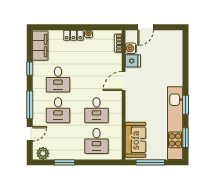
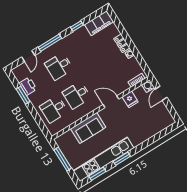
door: (146, 27) -> (161, 93), hinge flipped
water cooler: (131, 48) -> (148, 86), moved
desk: (58, 79) -> (82, 52), removed
door: (30, 134) -> (28, 56), hinge flipped
sofa: (135, 140) -> (88, 128), moved
printer: (59, 152) -> (28, 86), added
plant: (43, 153) -> (20, 75), removed

